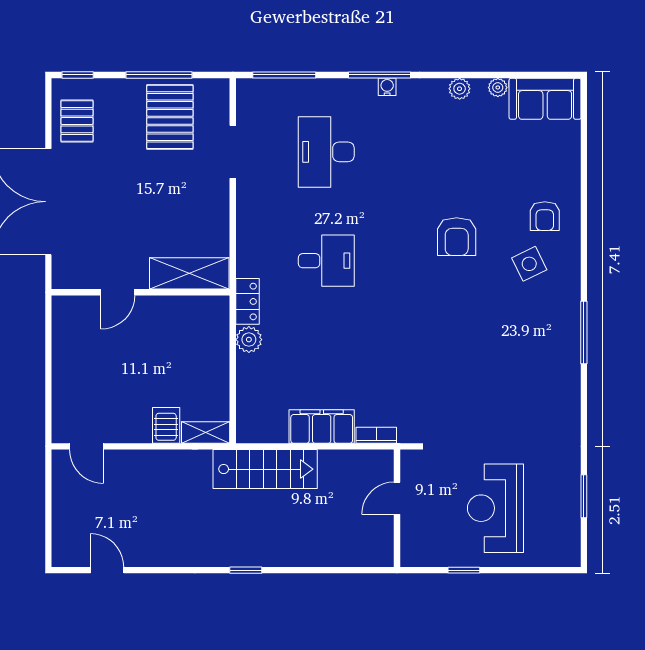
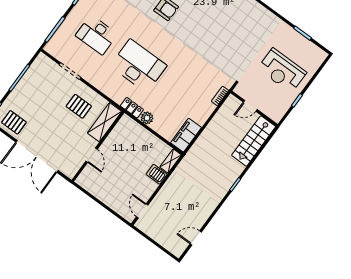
pallet: (170, 117) -> (79, 106), moved, width x0.67, depth x0.71
desk: (326, 261) -> (138, 66), width x1.87, depth x1.30
filing cabinet: (322, 427) -> (186, 135), moved
door: (86, 446) -> (142, 211), swing flipped
stairs: (265, 469) -> (254, 141), moved, turned 180
door: (397, 498) -> (250, 106), hinge flipped

